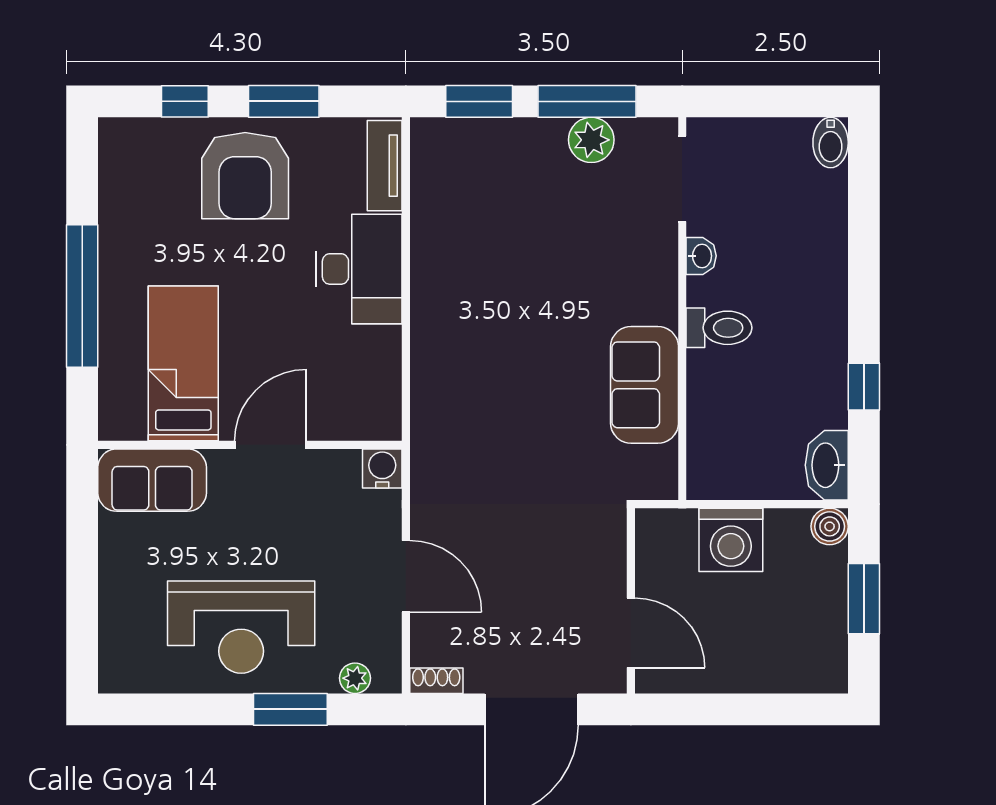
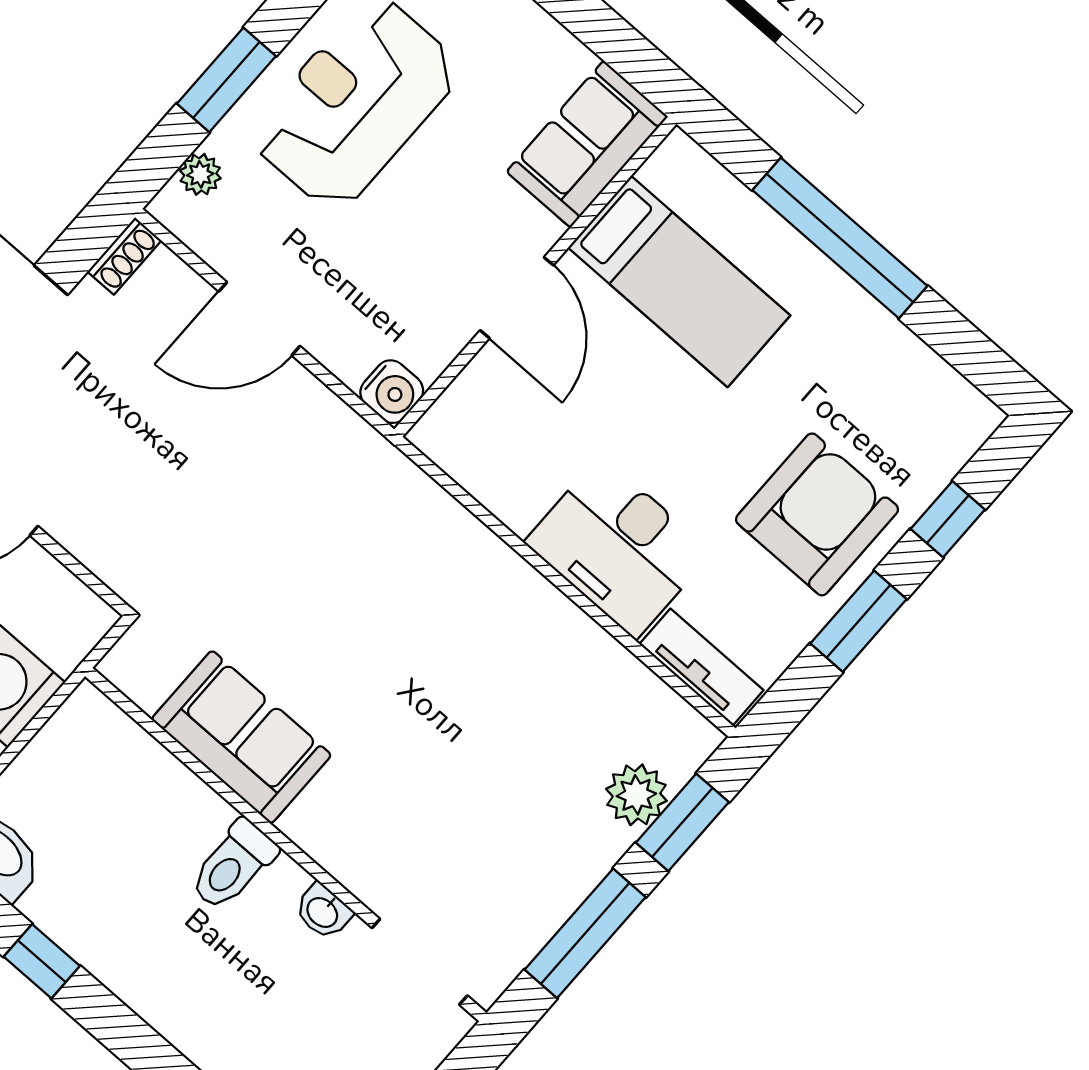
plant: (591, 140) -> (636, 795), moved
armchair: (245, 176) -> (817, 514), turned 90

